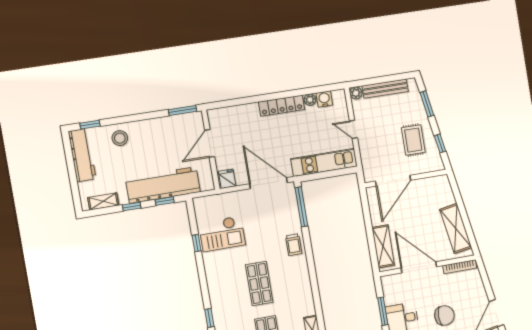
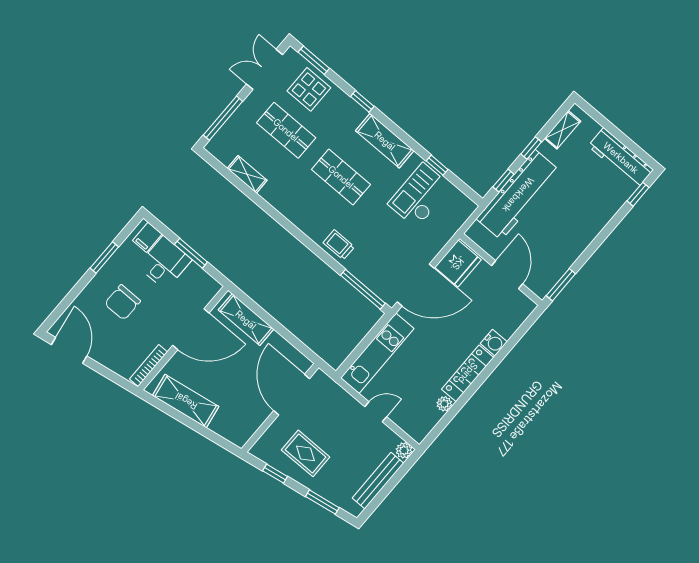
water cooler: (324, 99) -> (494, 343), moved
stool: (120, 138) -> (599, 205), removed
fridge: (227, 179) -> (458, 264), width x1.88, depth x1.34
shelving: (216, 284) -> (385, 141), added

